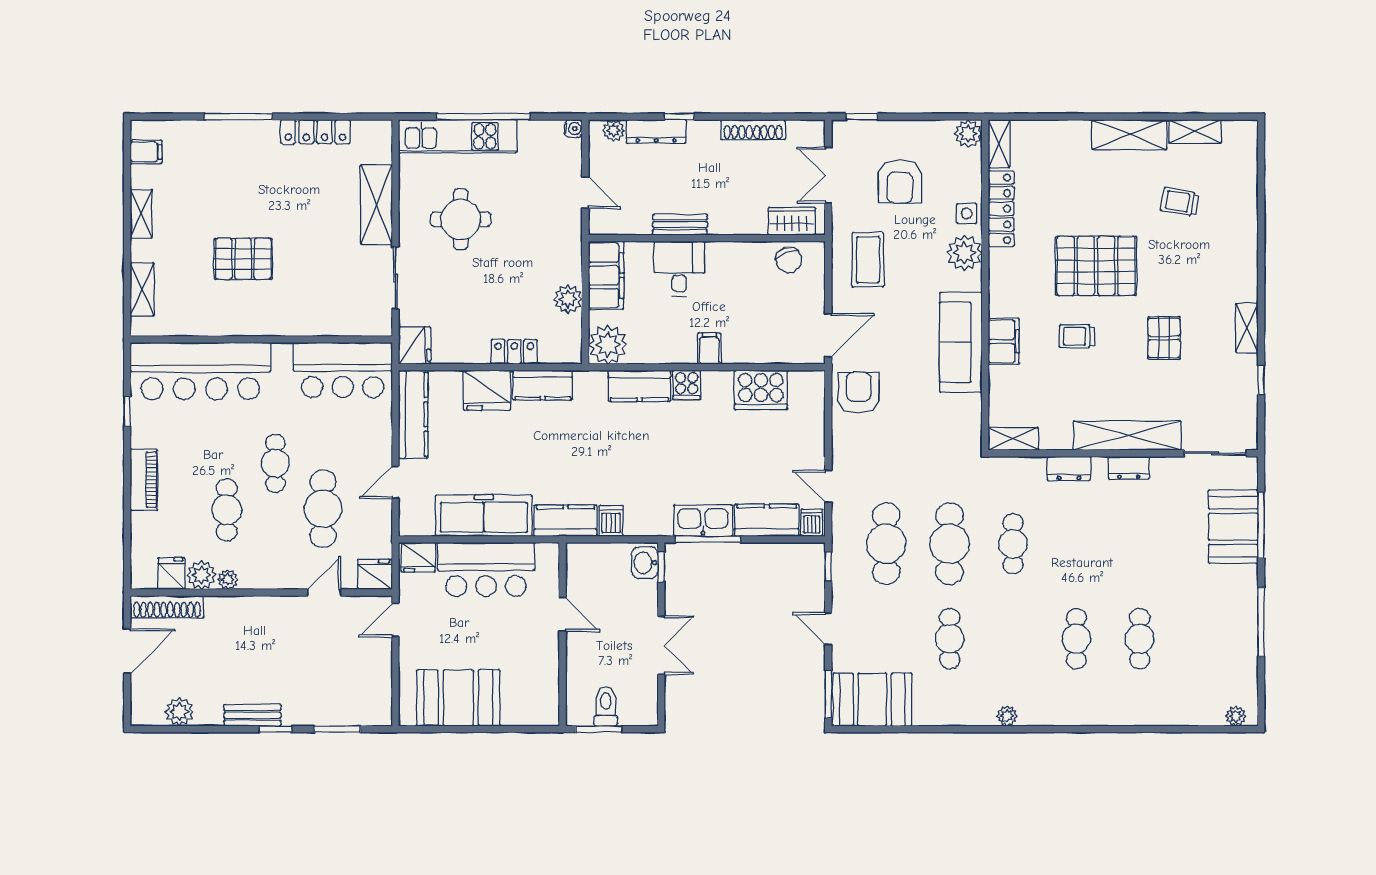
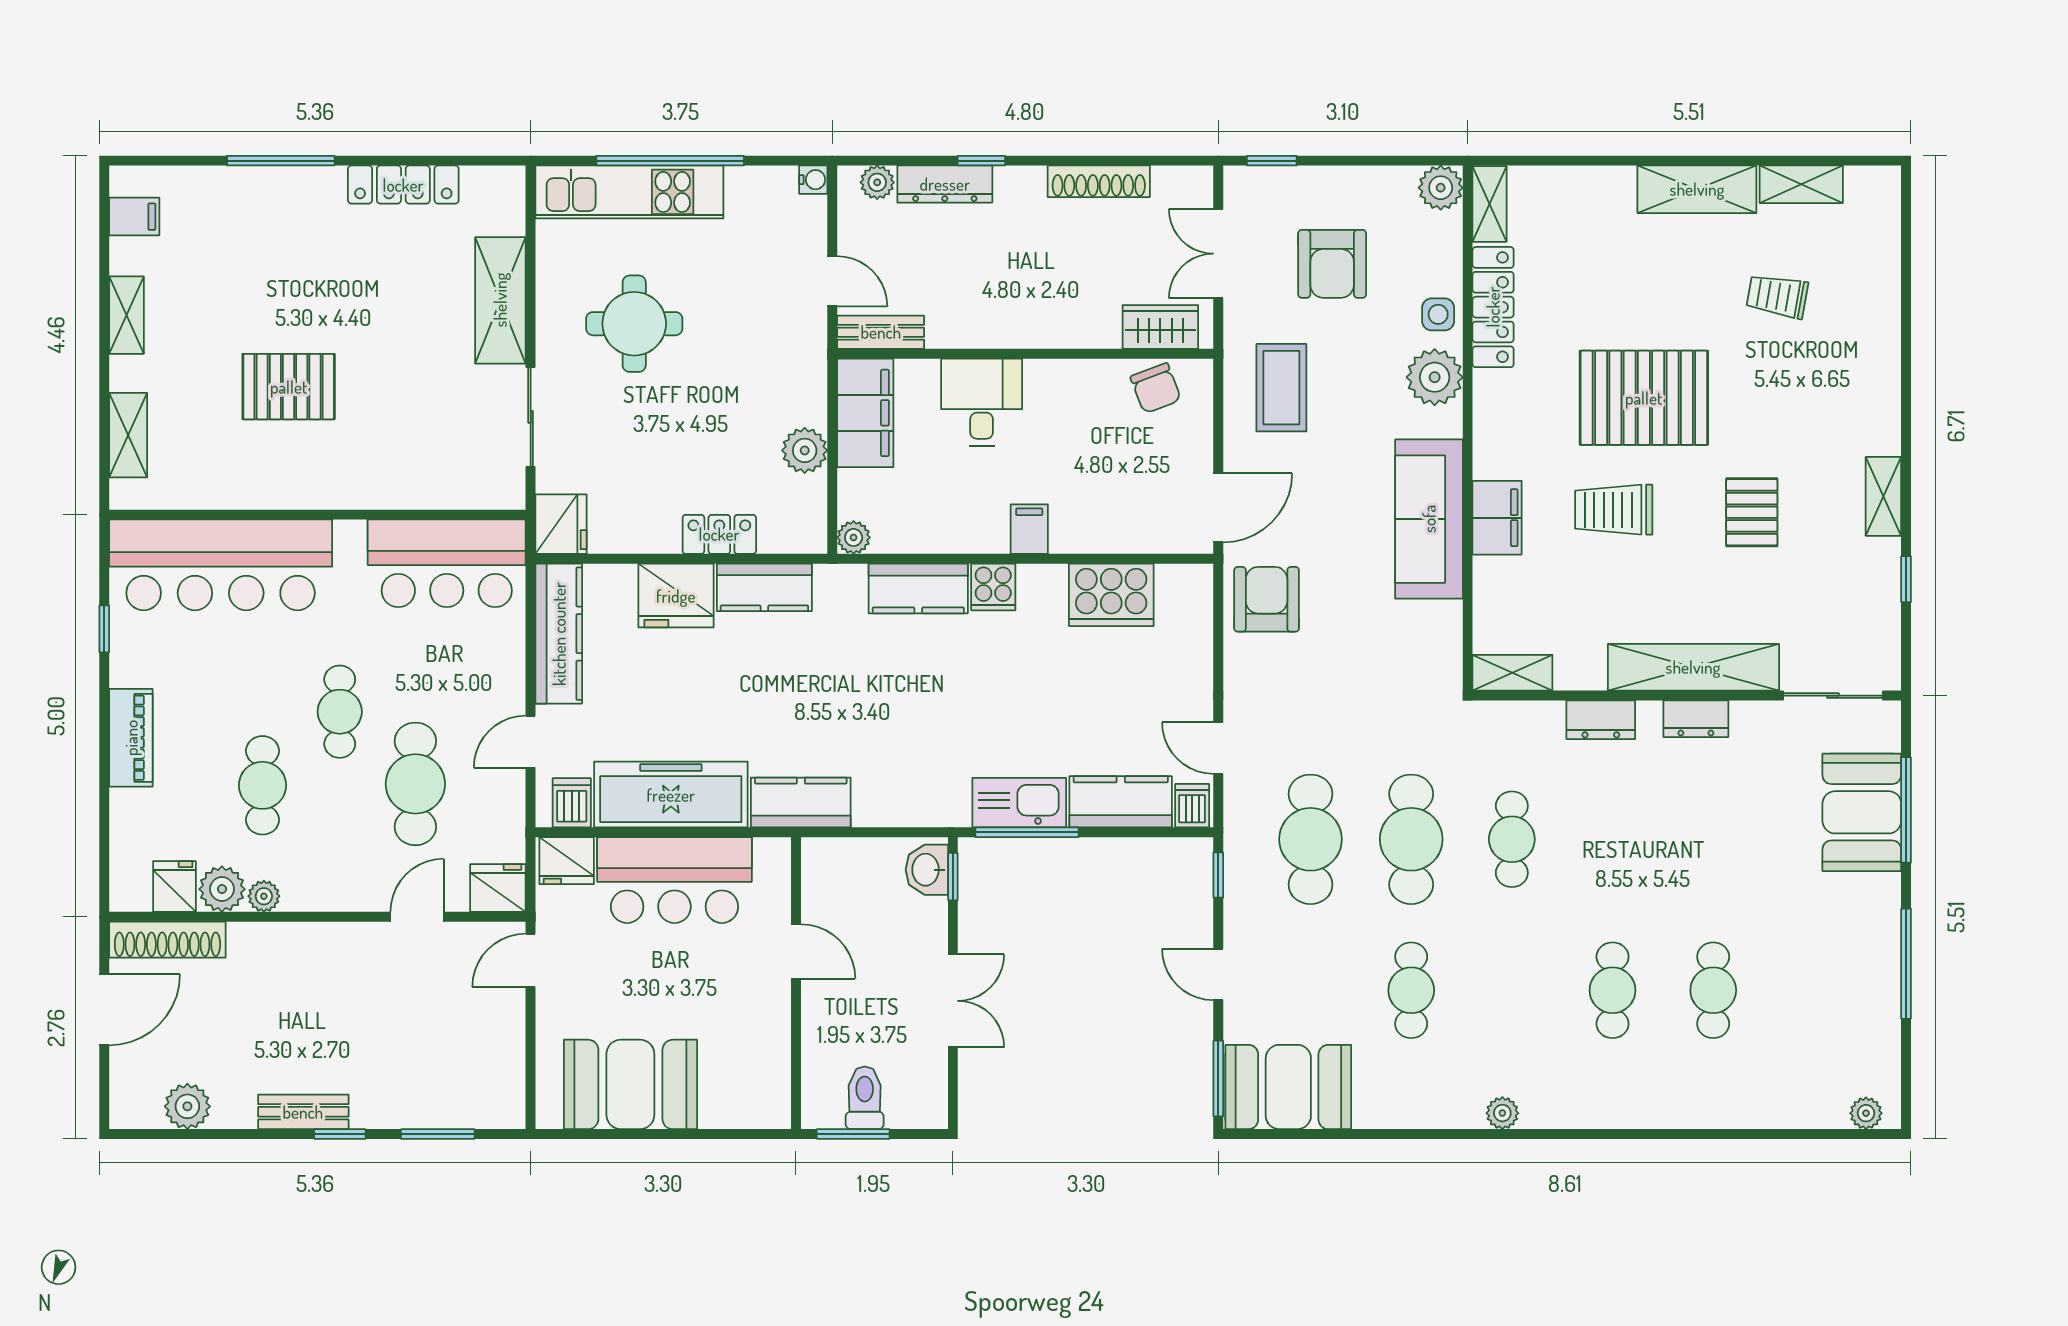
bench: (680, 225) -> (881, 332), moved
trolley: (1077, 336) -> (1614, 510), width x1.36, depth x1.39
plant: (608, 345) -> (854, 537), width x0.53, depth x0.53
dishwasher: (611, 521) -> (572, 803), moved

